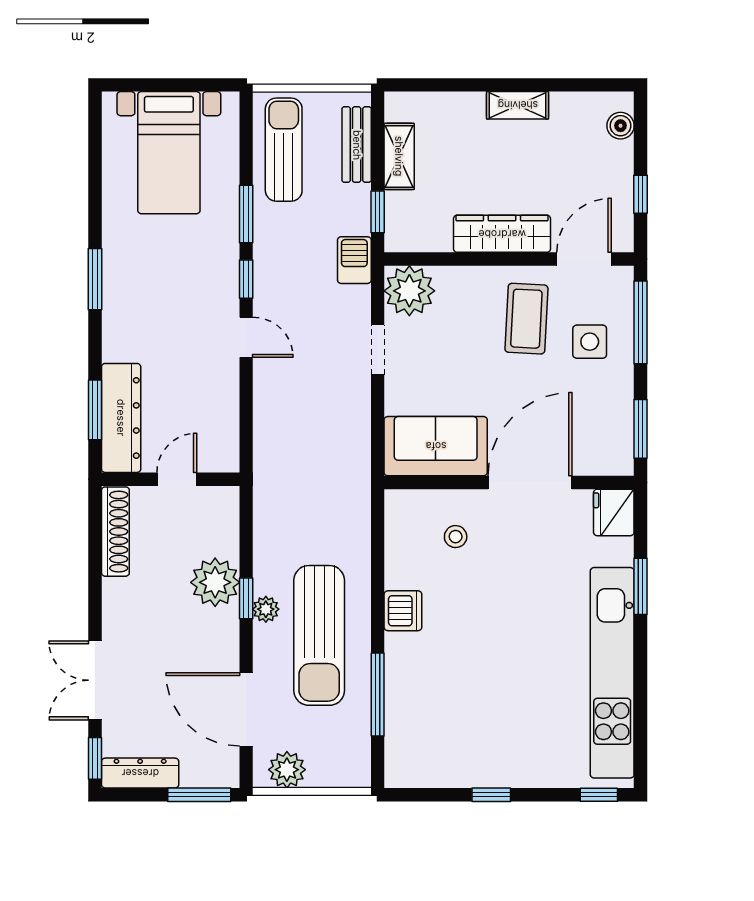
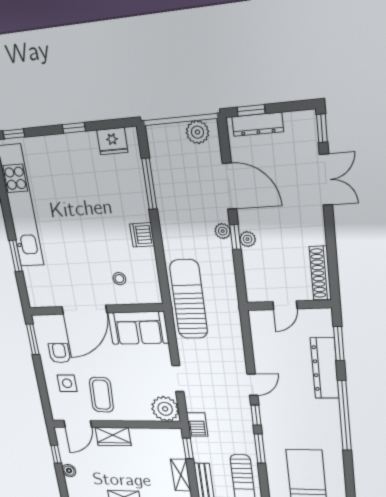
boiler: (620, 126) -> (69, 471), moved
wardrobe: (502, 234) -> (113, 437), width x0.67
window: (95, 279) -> (344, 416), width x2.11
window: (641, 322) -> (44, 393), removed
door: (246, 337) -> (252, 385), swing flipped
armchair: (593, 401) -> (59, 353), added
dresser: (121, 418) -> (325, 368), moved
fridge: (614, 512) -> (112, 141), moved, turned 90
plant: (215, 582) -> (248, 239), width x0.53, depth x0.53
sun lounger: (319, 635) -> (189, 299), moved
door: (246, 709) -> (229, 186), moved
dresser: (140, 773) -> (258, 124), moved
window: (199, 795) -> (251, 110), width x0.67

